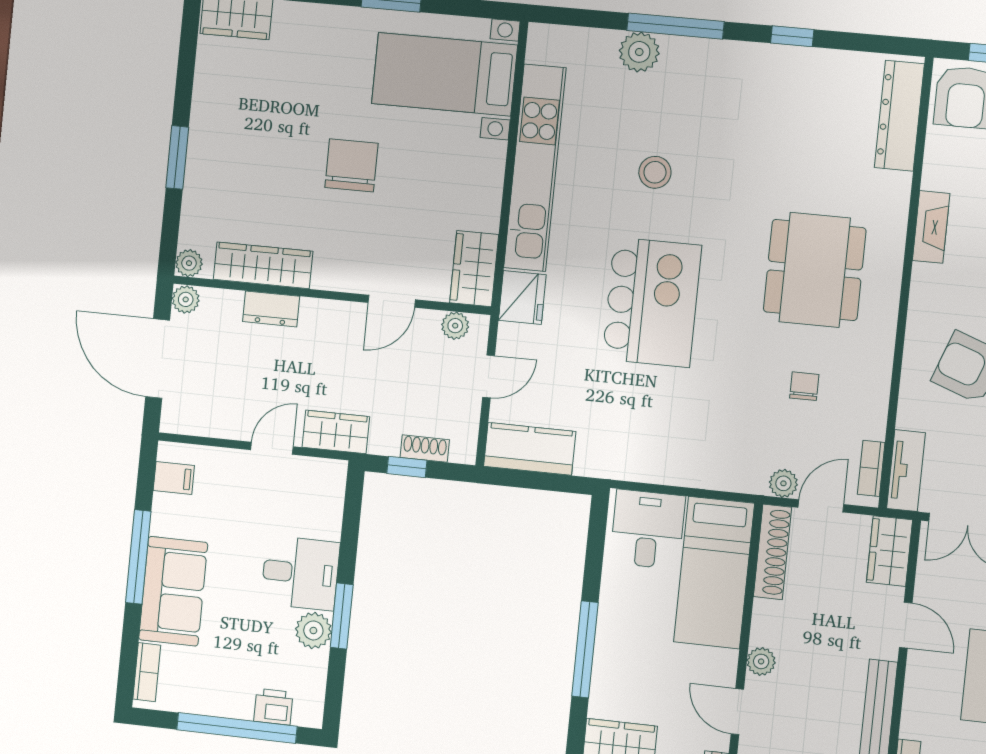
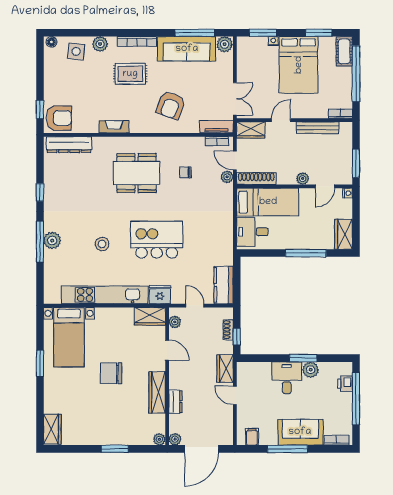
plant: (639, 52) -> (52, 240), moved
wardrobe: (263, 265) -> (157, 392), moved

